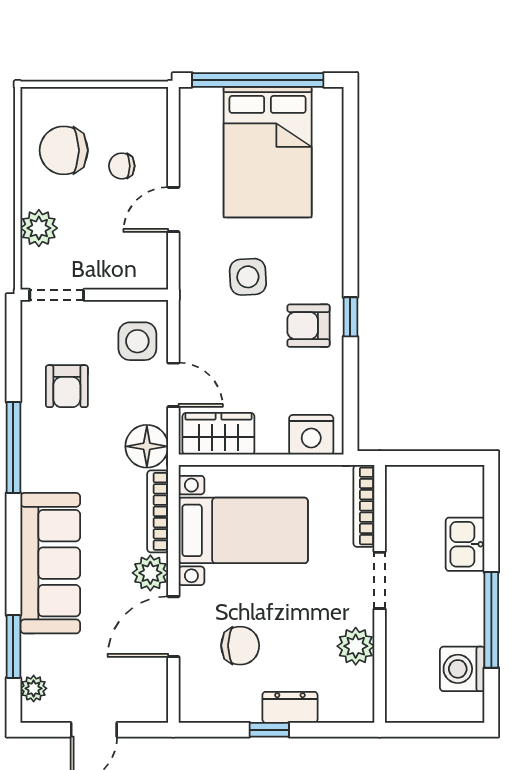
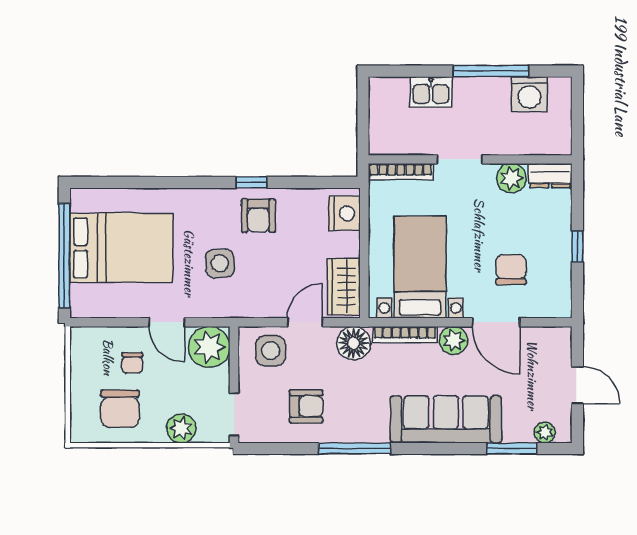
plant: (142, 263) -> (209, 347), added
dresser: (290, 707) -> (550, 176), moved, turned -90

